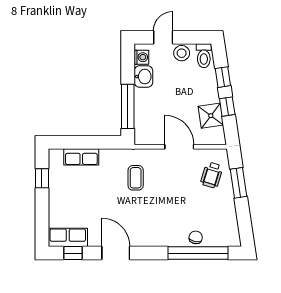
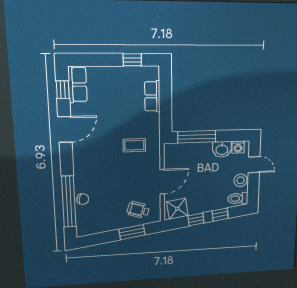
shower: (211, 116) -> (177, 209), moved

